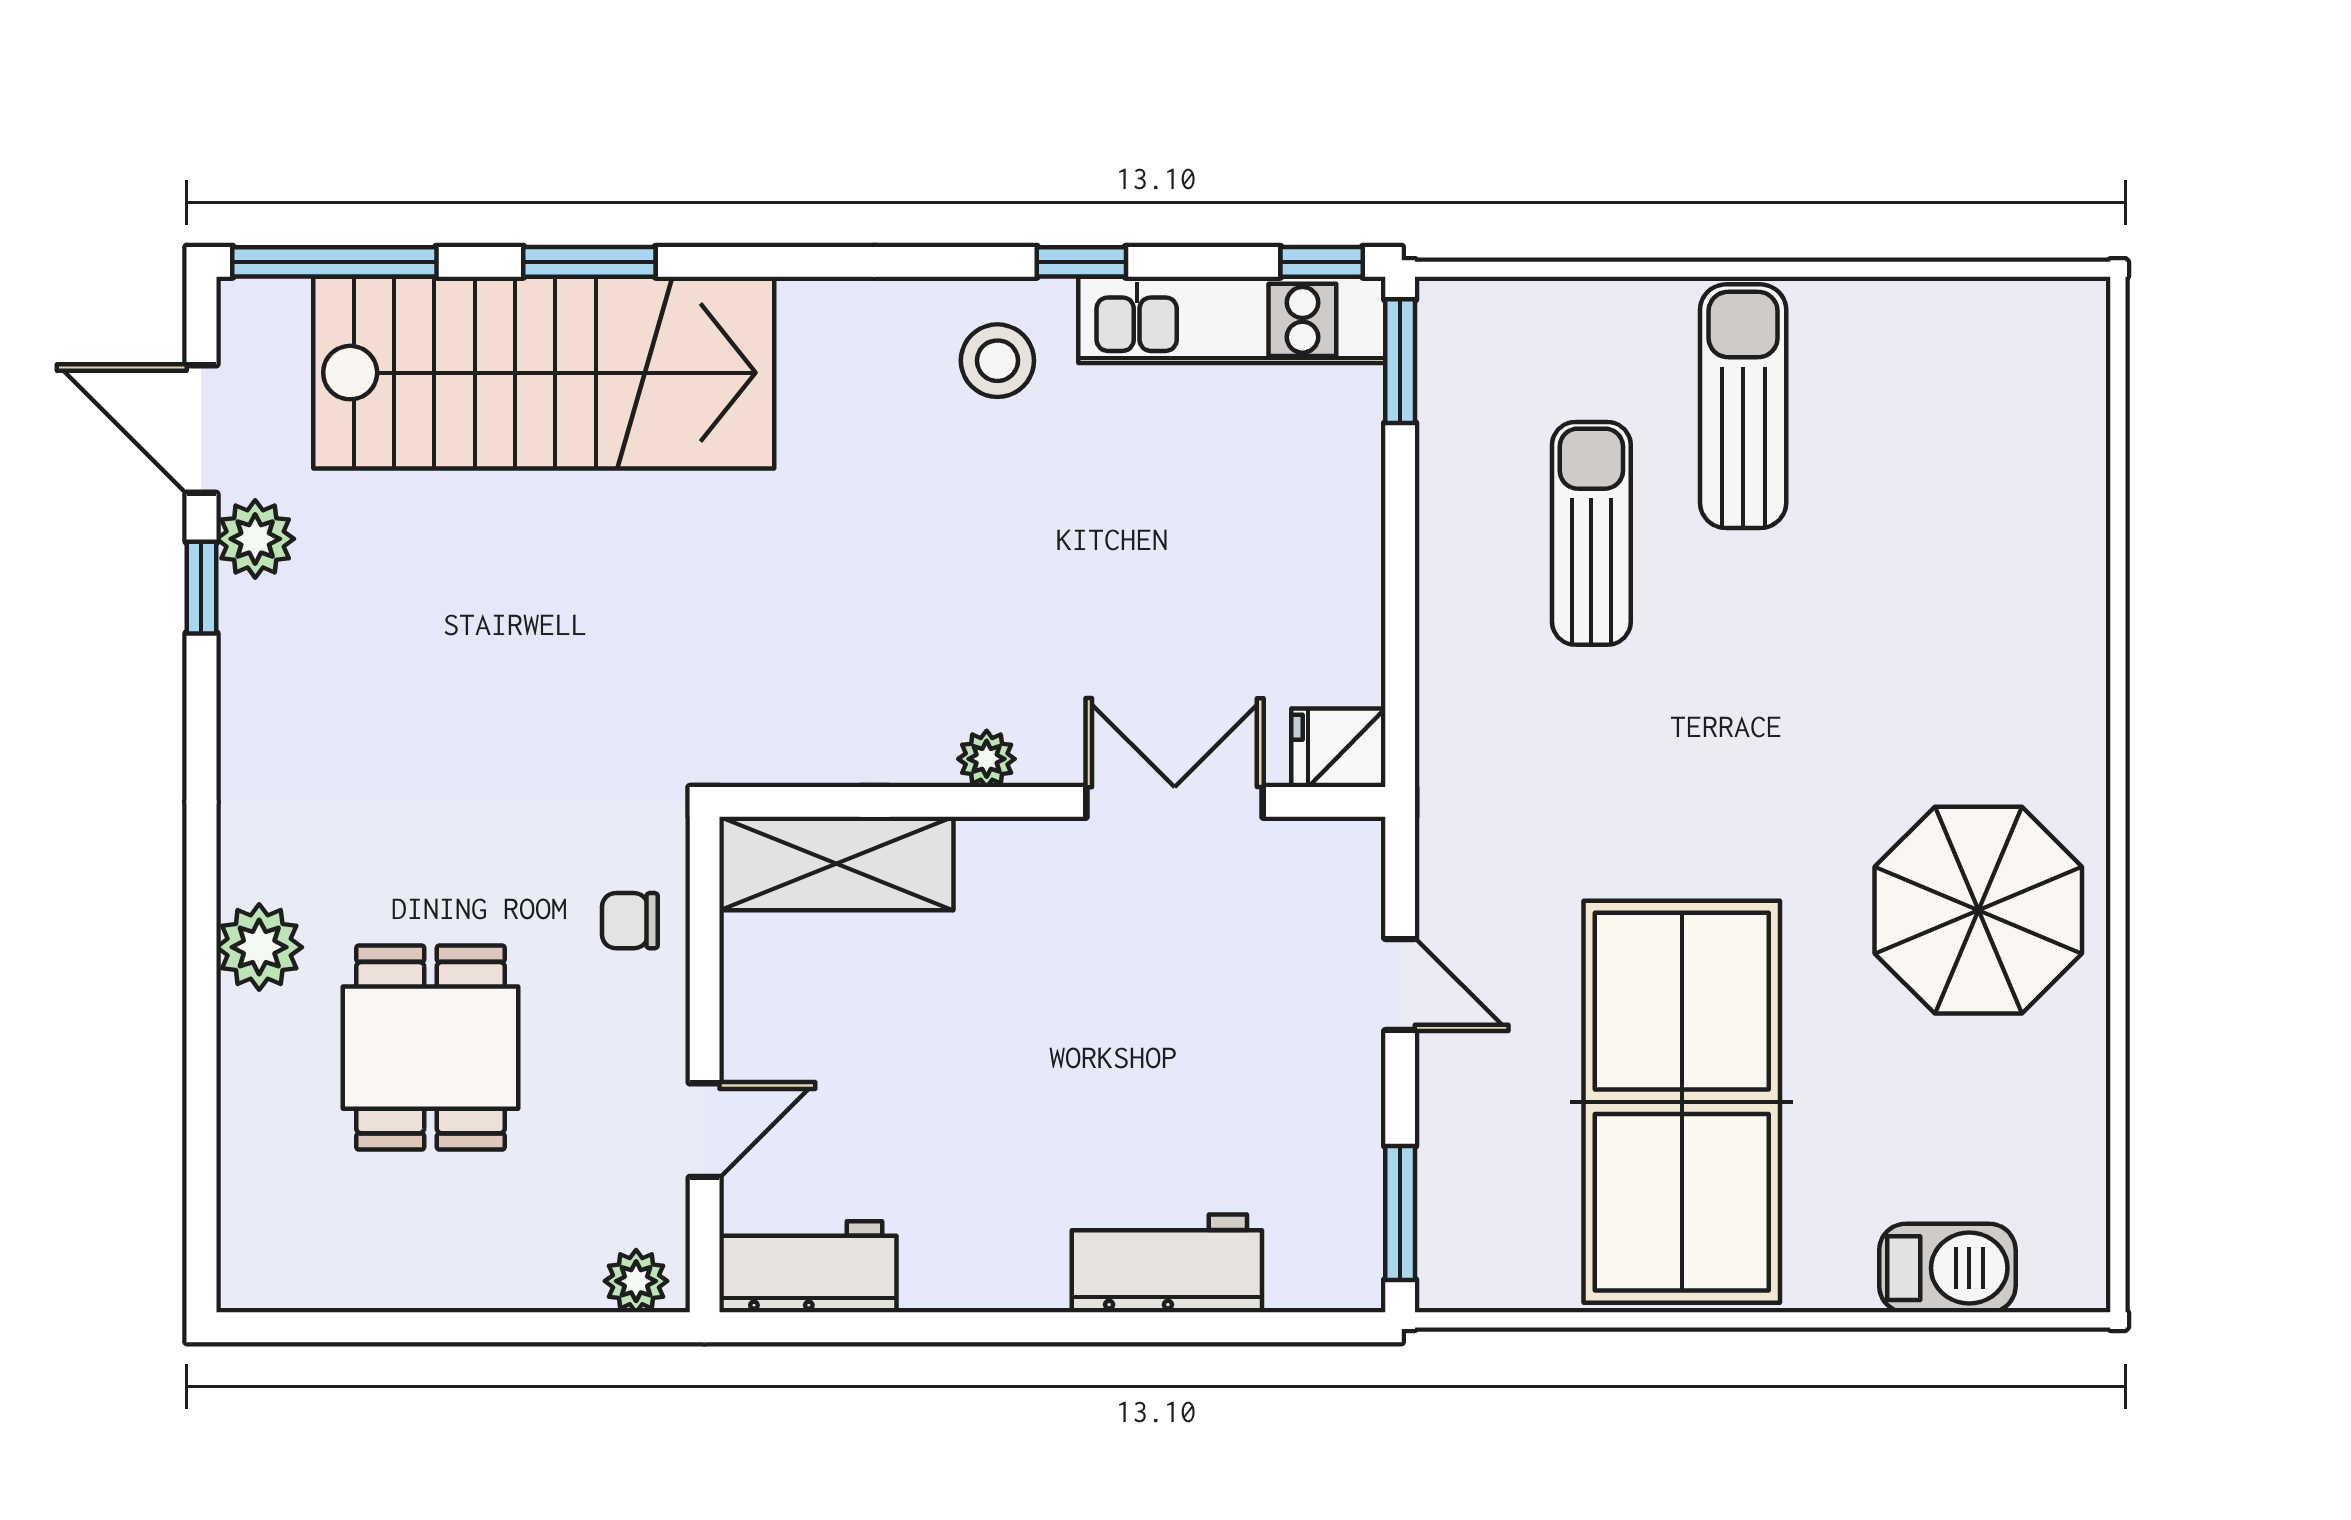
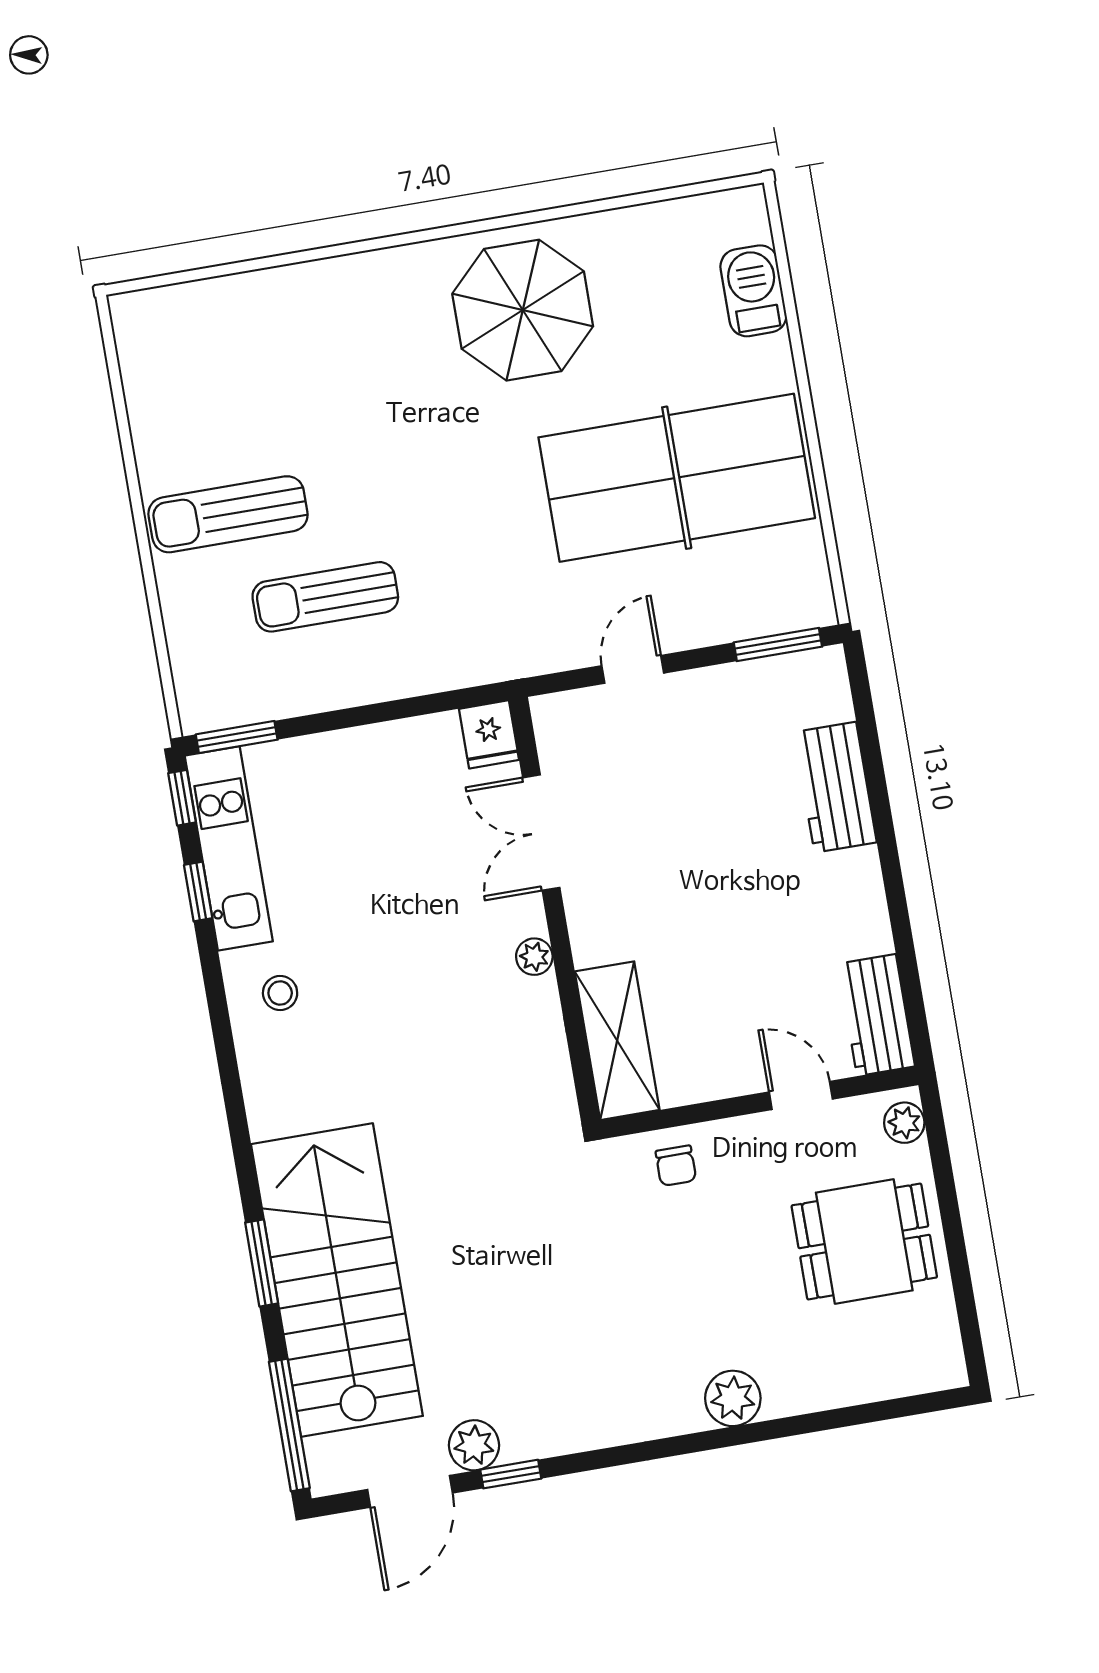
window: (1081, 262) -> (198, 892), moved
stool: (997, 361) -> (280, 993), width x0.73, depth x0.73
dining table: (430, 1048) -> (864, 1241), moved

